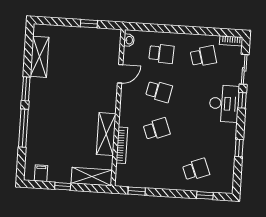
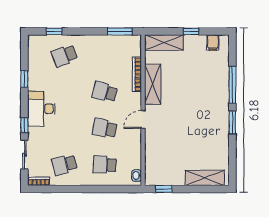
window: (89, 24) -> (164, 189), moved
shelving: (40, 57) -> (205, 178), moved, turned 90
door: (120, 74) -> (143, 119), moved
desk: (224, 104) -> (41, 109), moved
school desk: (157, 129) -> (105, 92), turned 36
window: (137, 191) -> (120, 31), width x1.50

